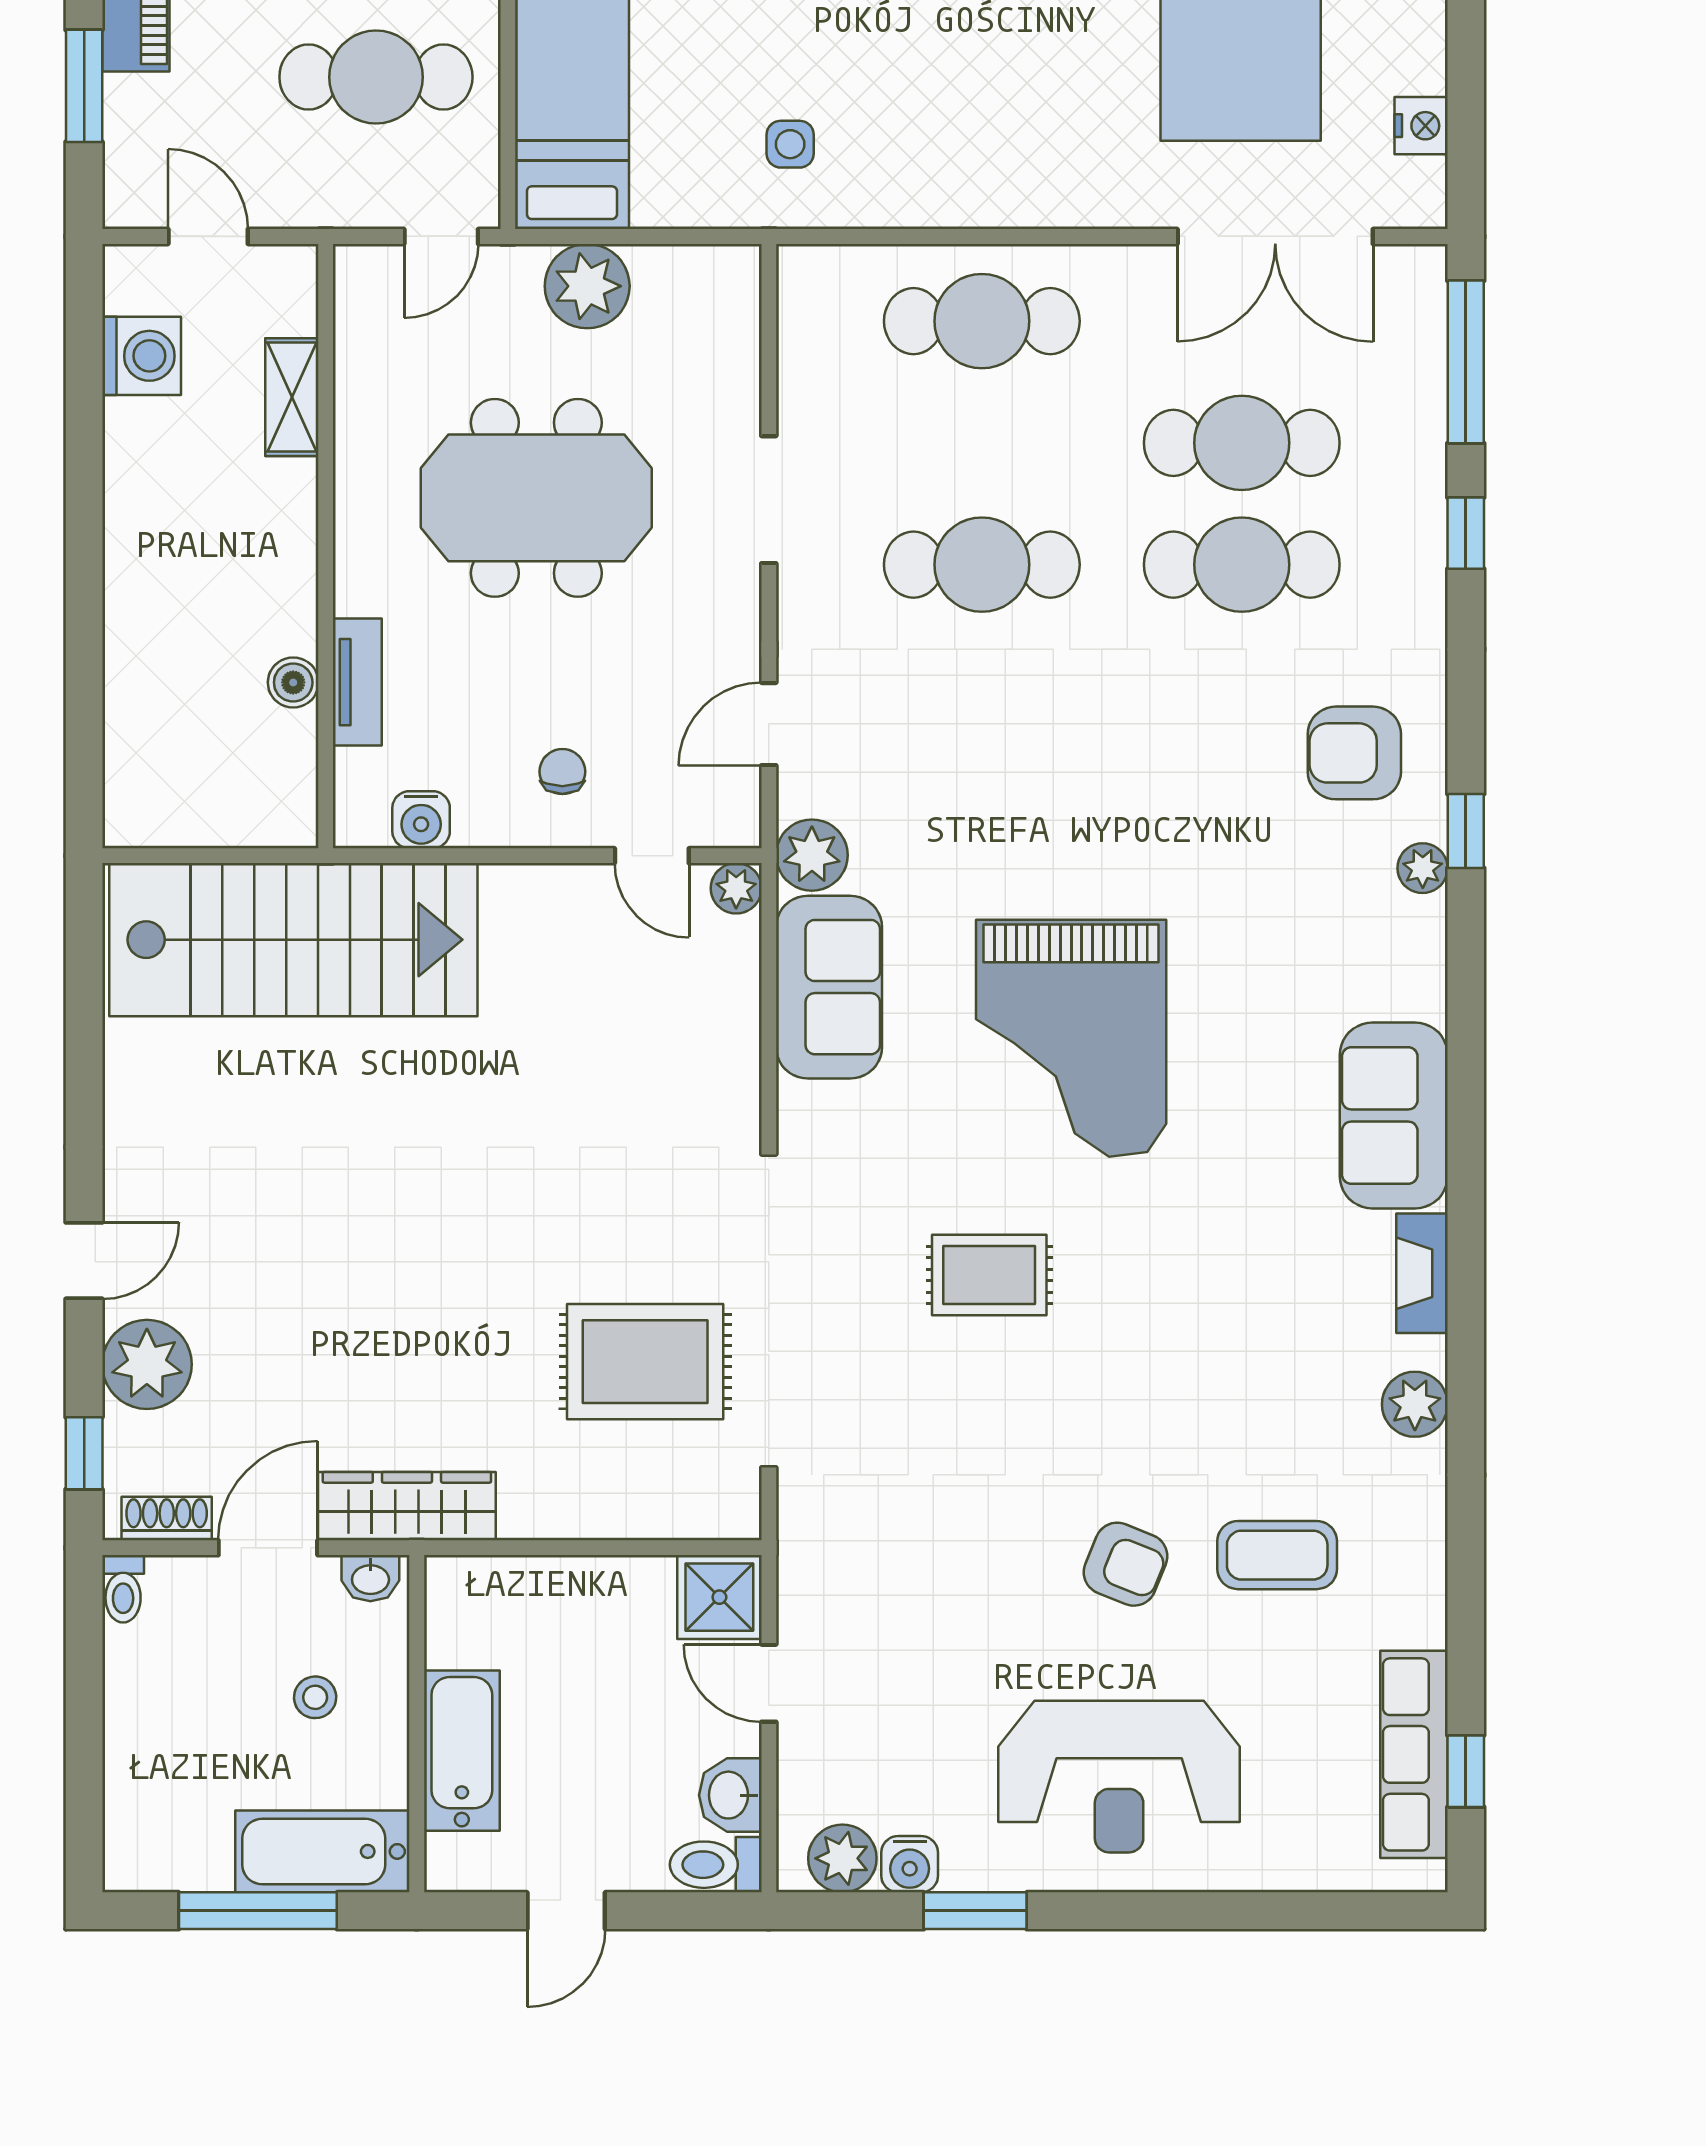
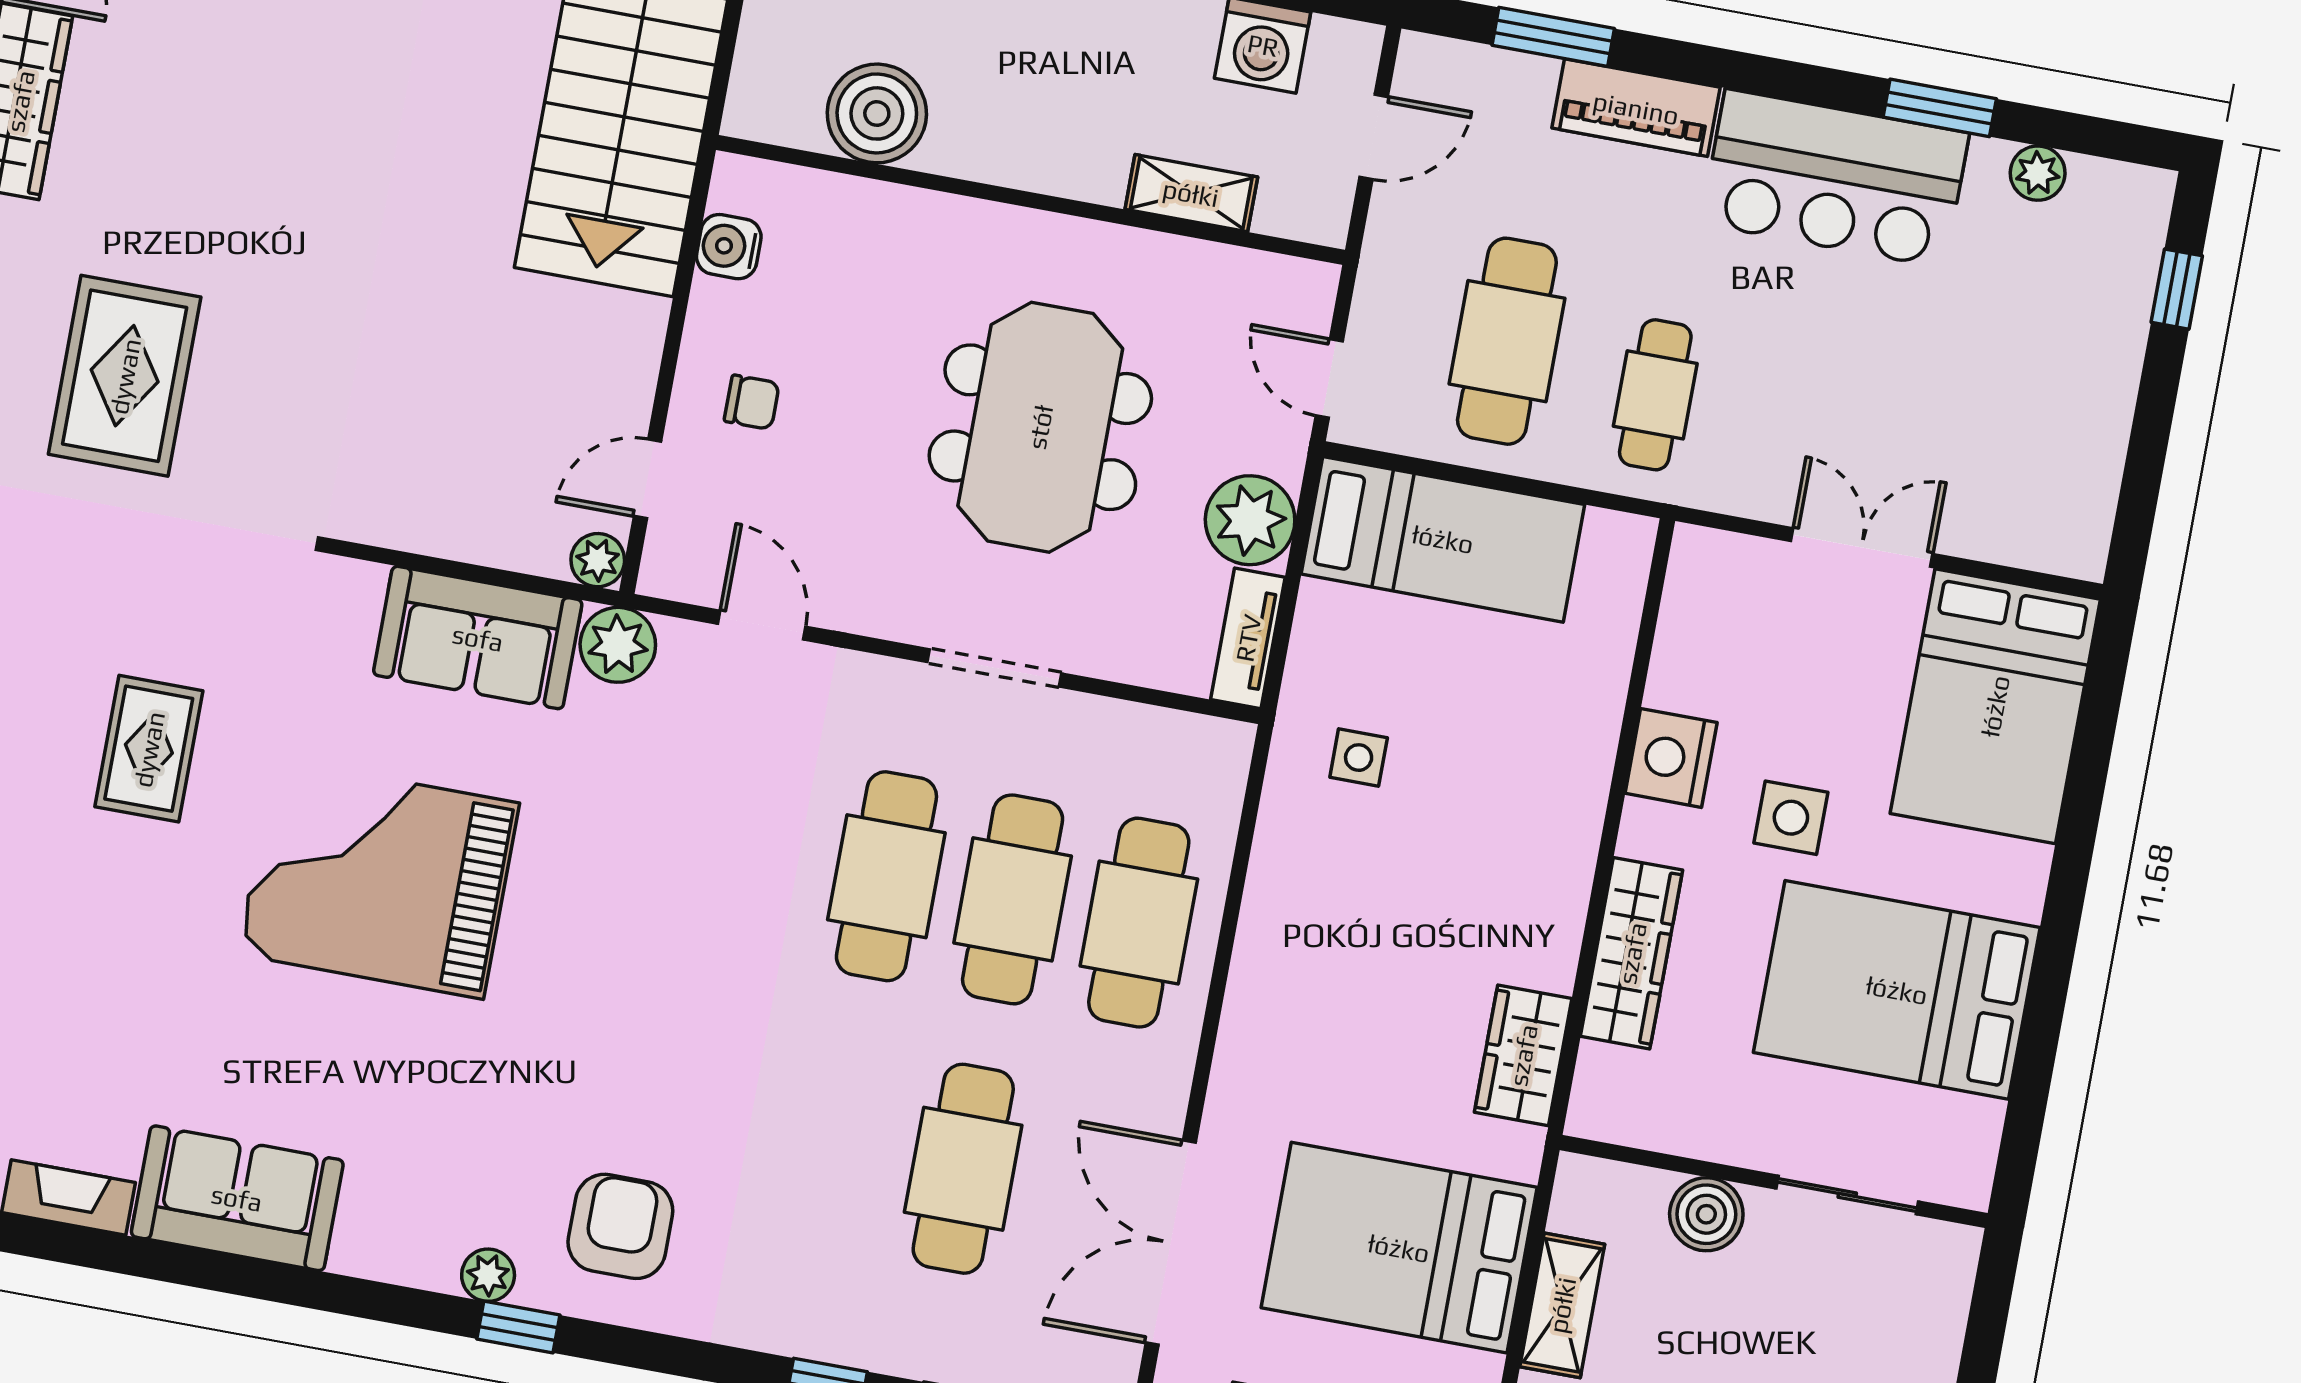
cafe table: (1242, 565) -> (1013, 899), moved
boiler: (293, 682) -> (877, 113), width x1.86, depth x1.86
tv unit: (357, 682) -> (1248, 638), moved, turned 90

